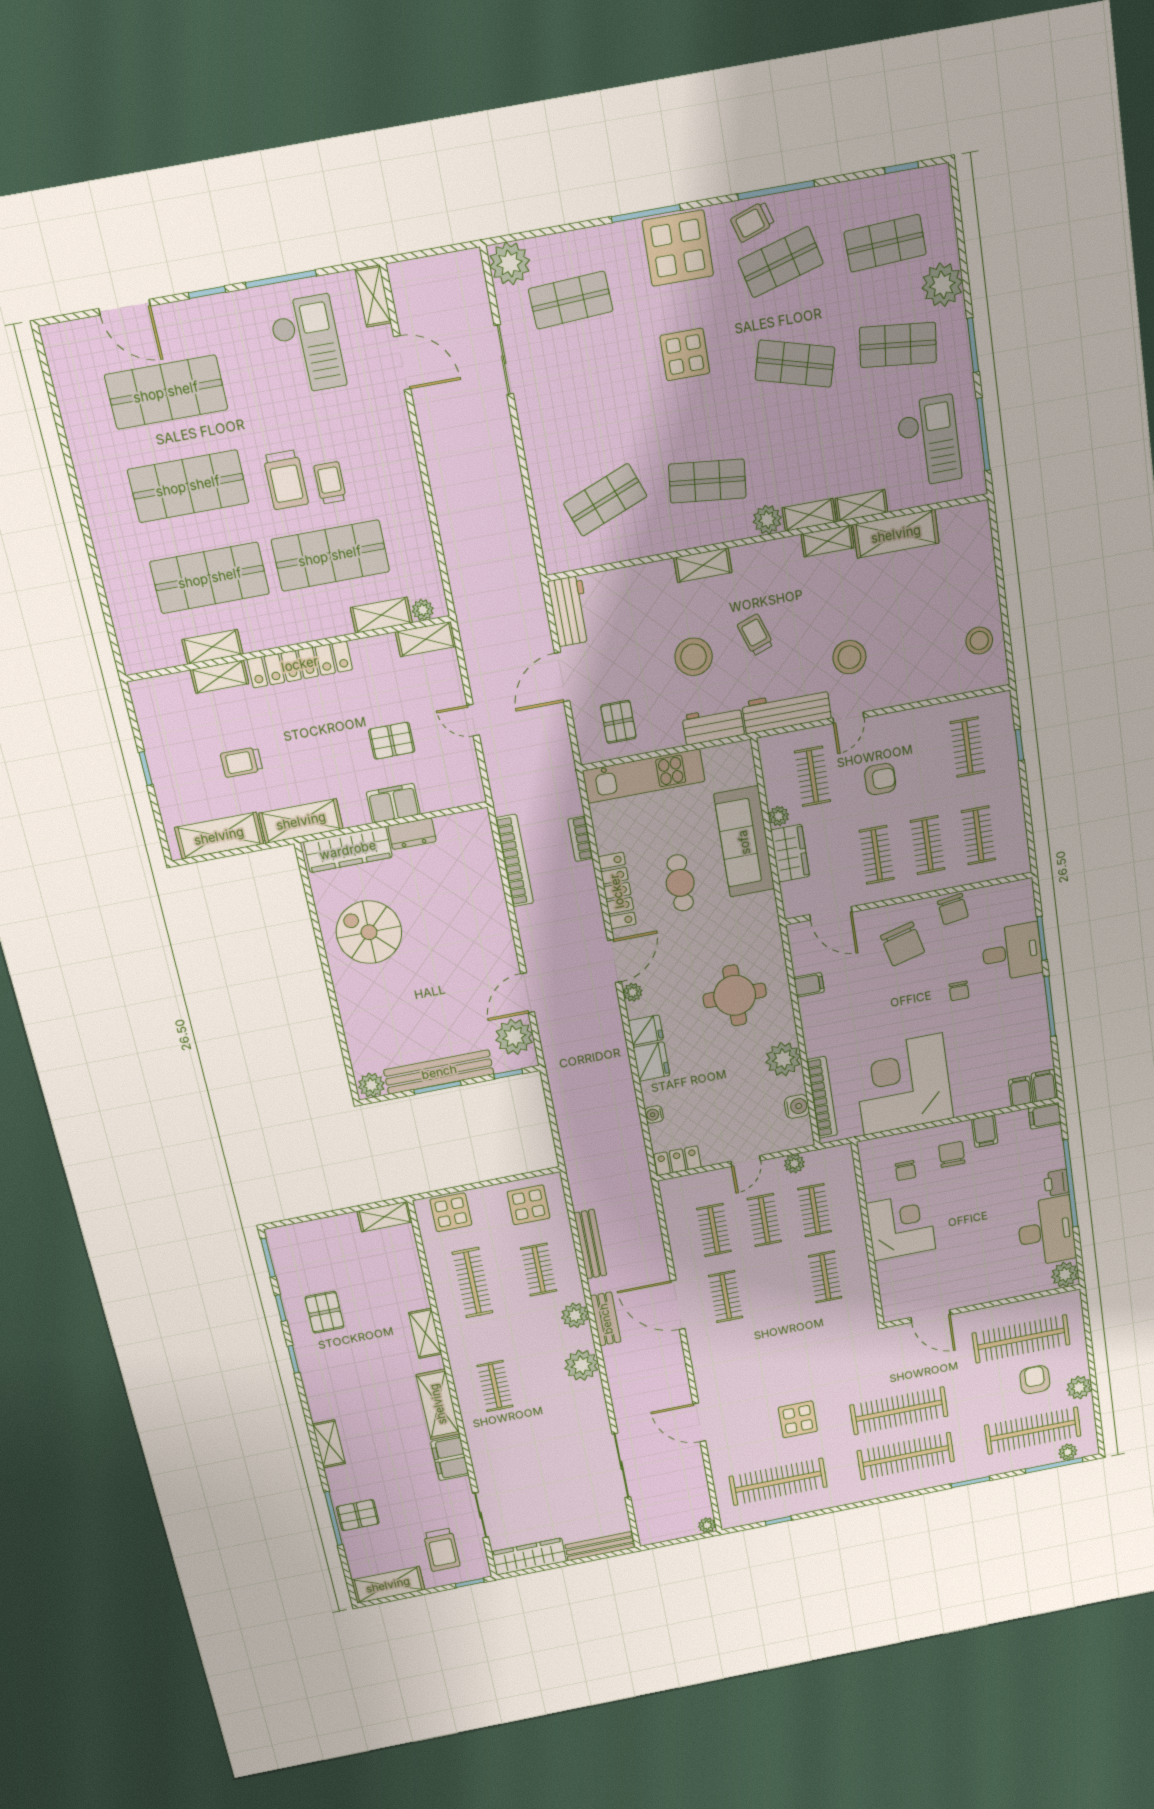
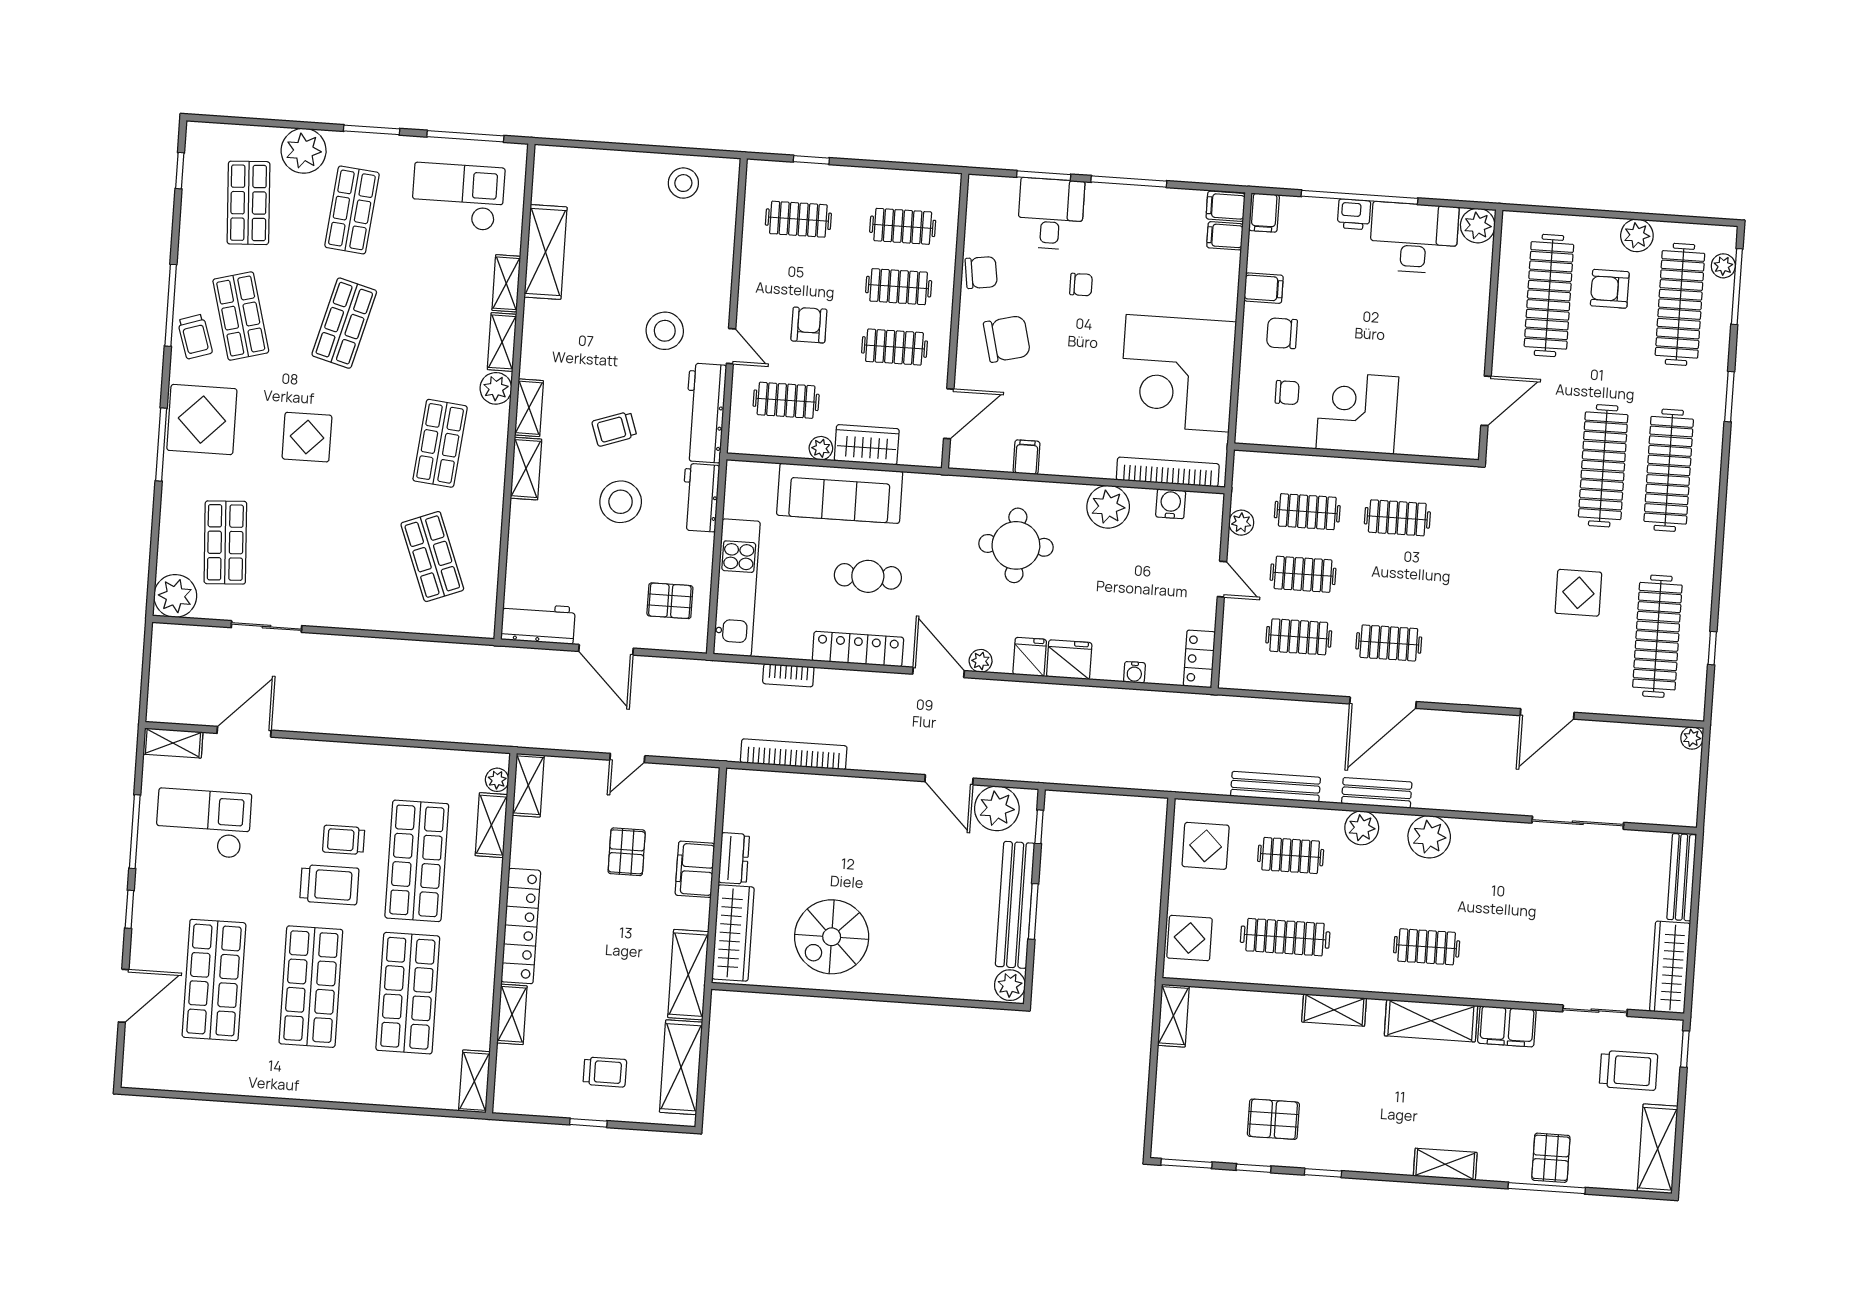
shelving: (827, 541) -> (529, 408), moved
shelving: (213, 647) -> (474, 1081), moved
trolley: (242, 762) -> (605, 1072), moved, turned -90

